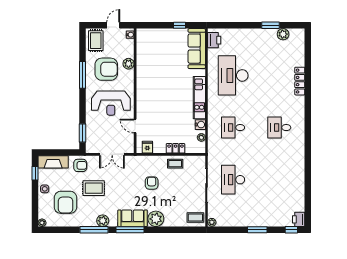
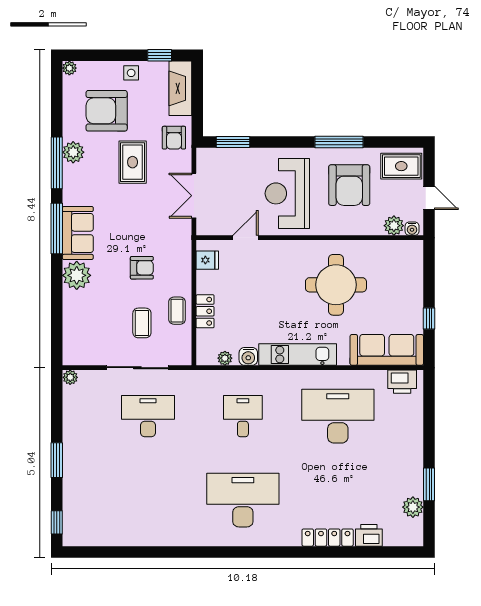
plant: (128, 64) -> (394, 226), moved
round table: (161, 76) -> (336, 285), added
desk: (279, 128) -> (243, 500), width x1.87, depth x1.30
coffee table: (195, 217) -> (142, 323), moved
printer: (299, 219) -> (369, 535), moved
plant: (103, 221) -> (73, 152), moved

